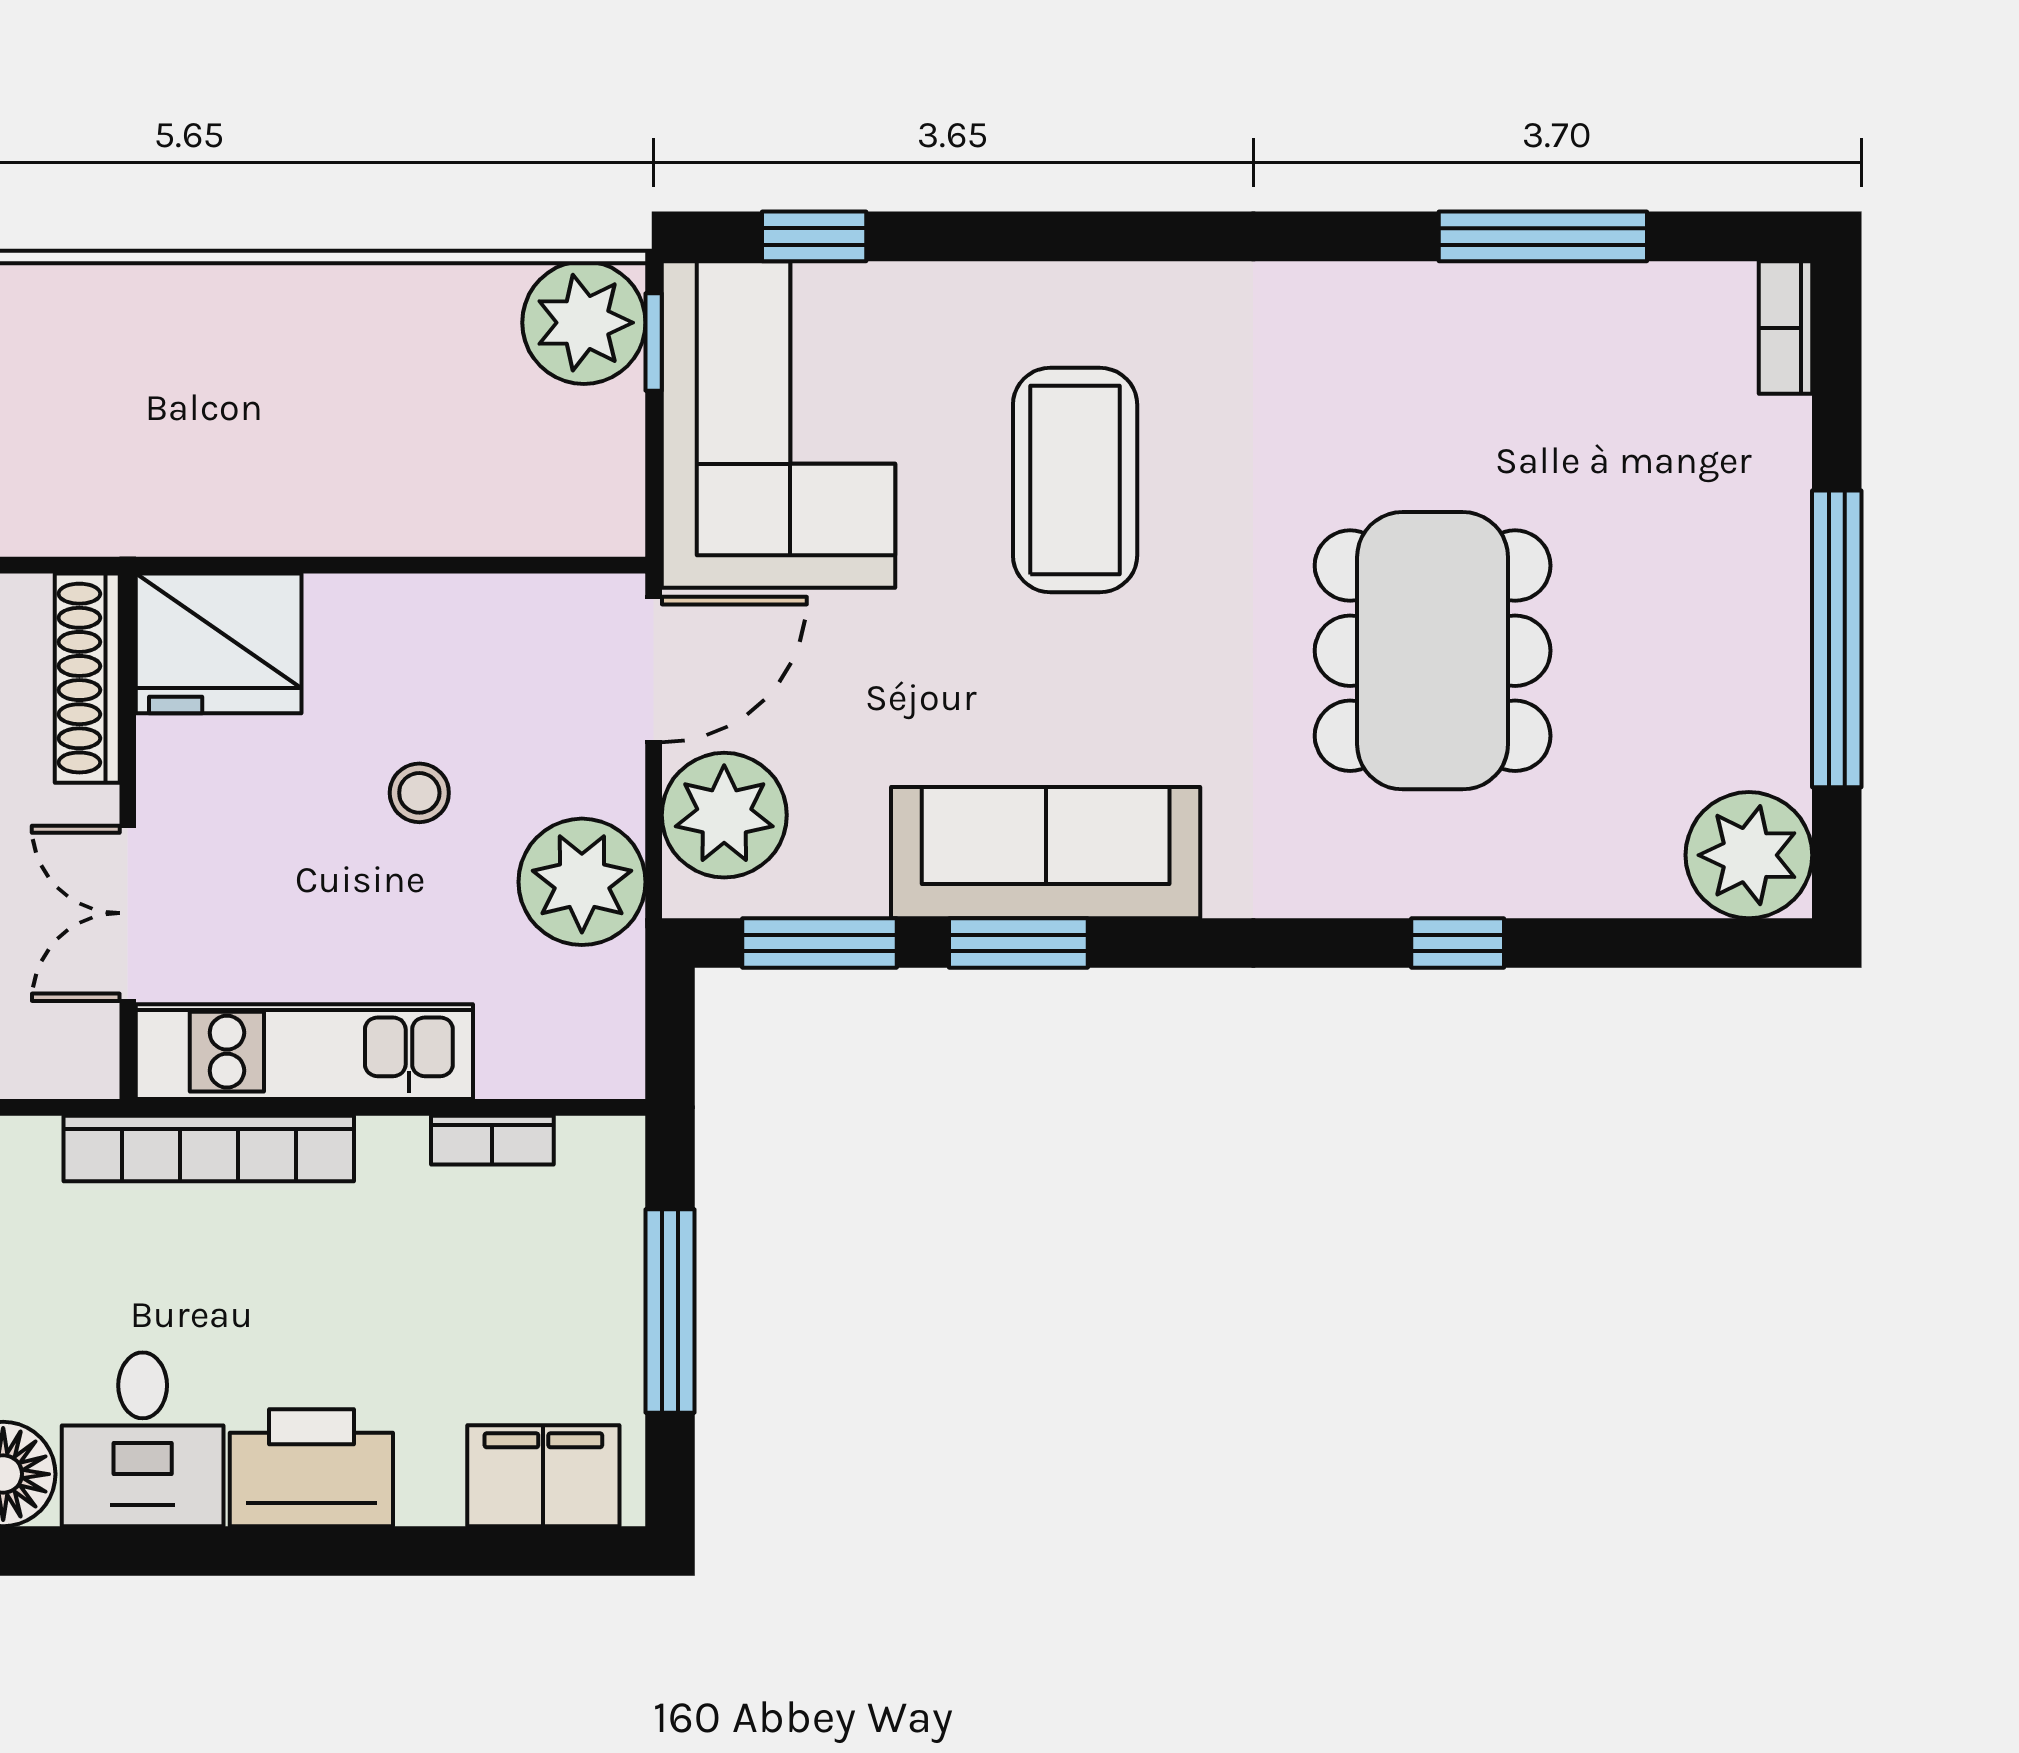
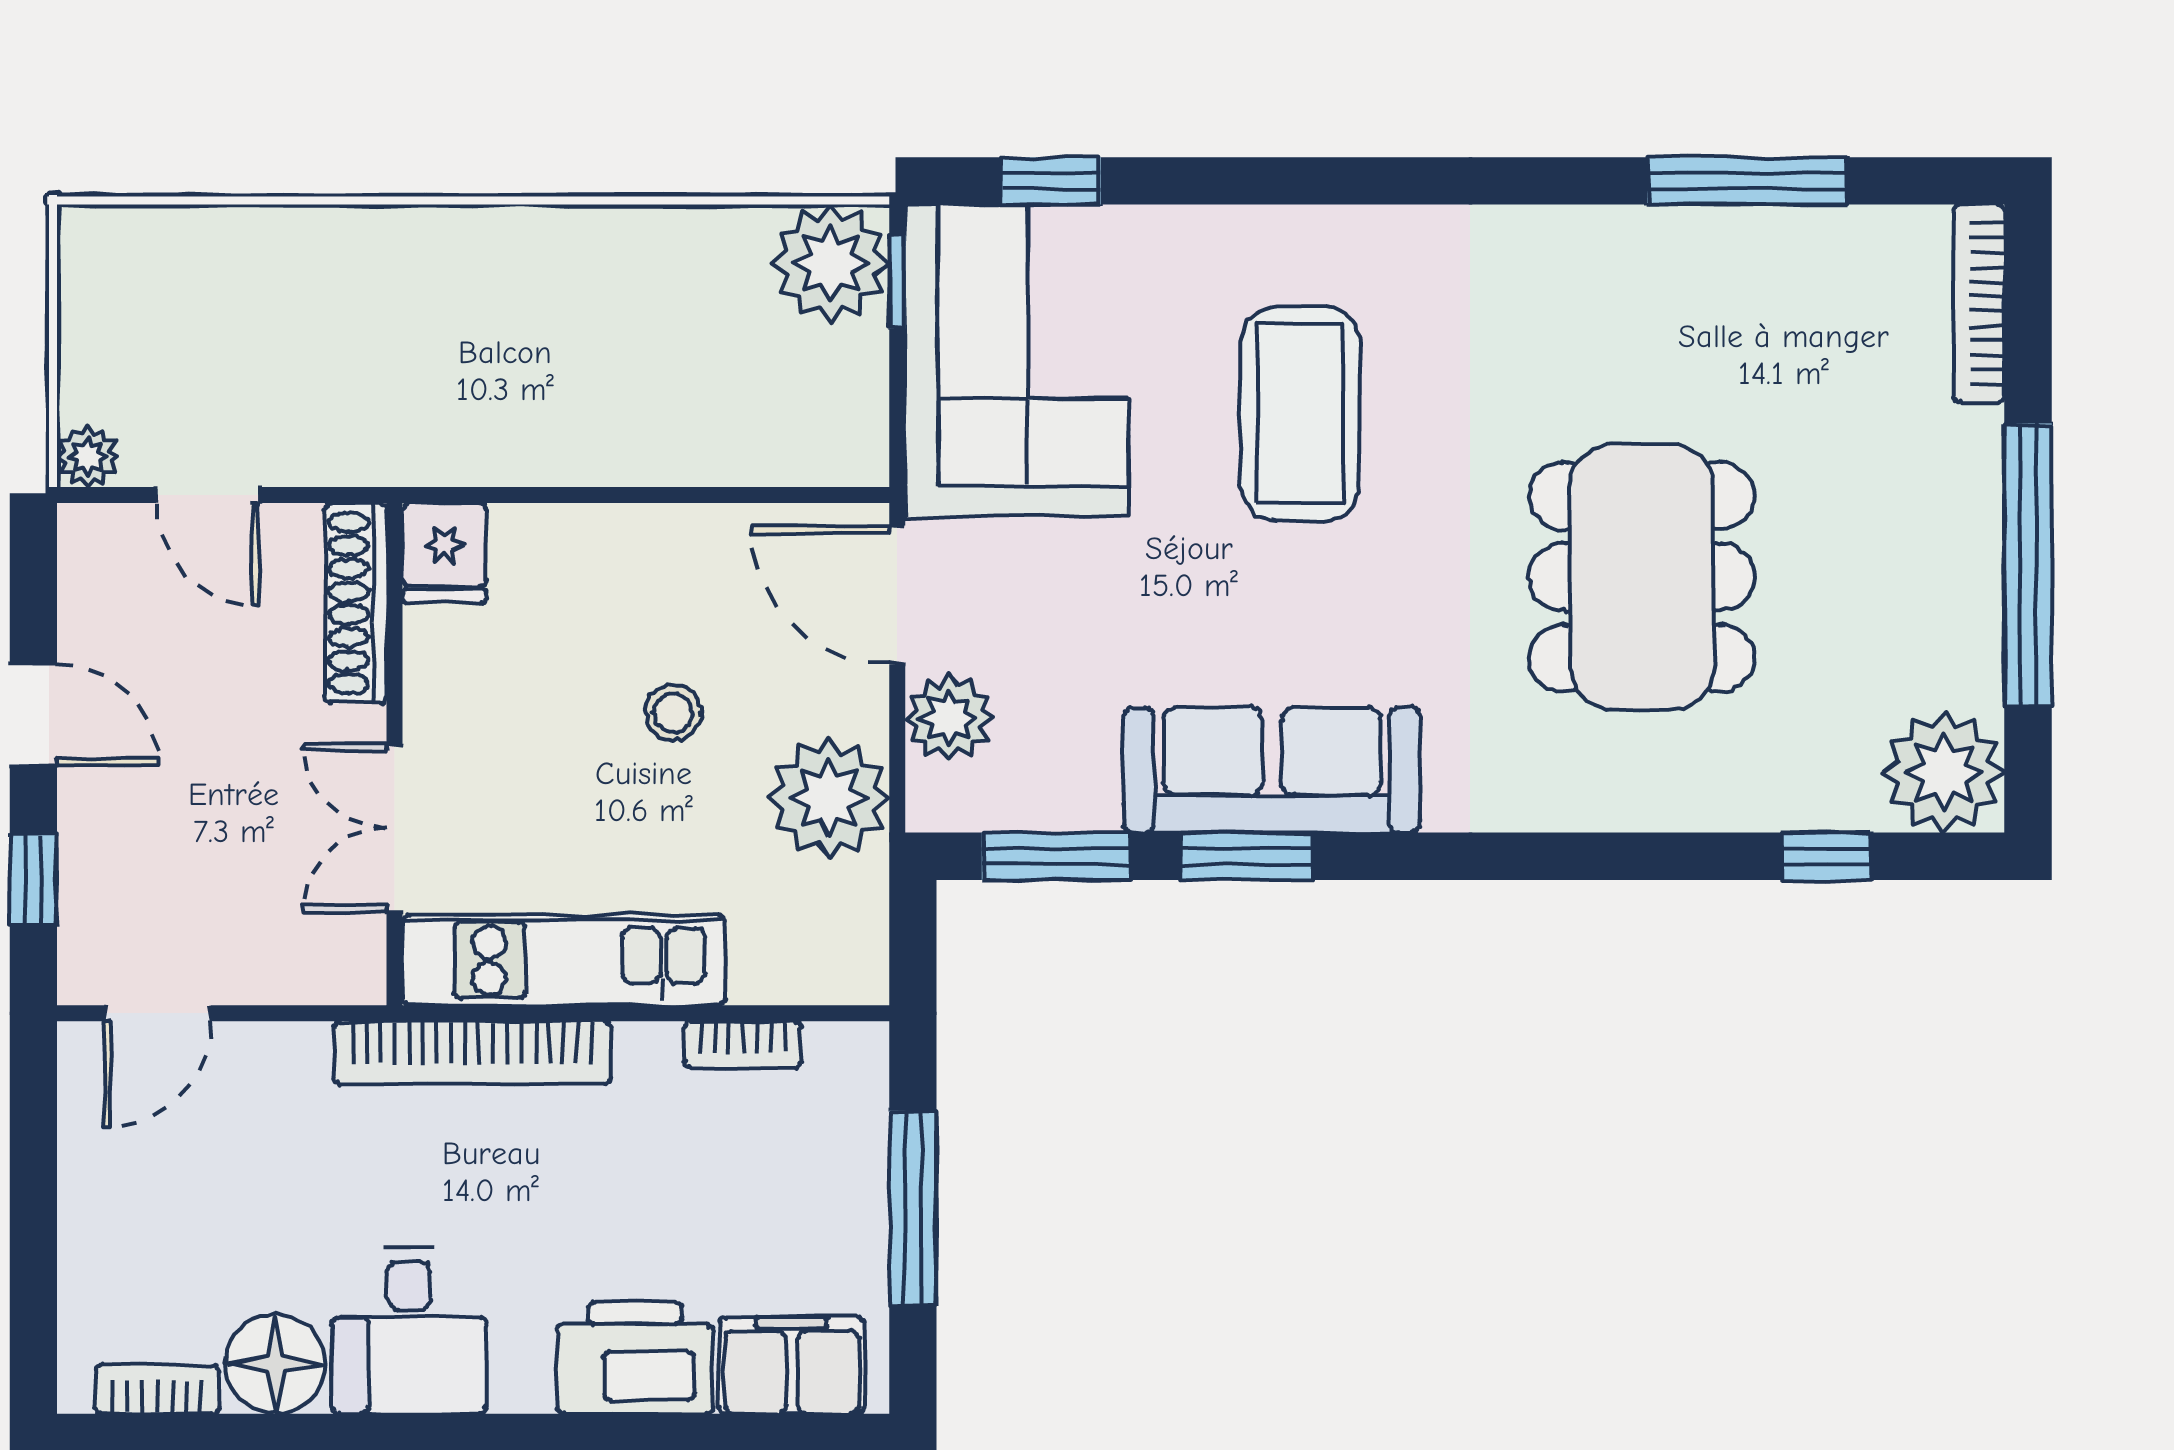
bookcase: (1786, 328) -> (1979, 304), width x1.56
fridge: (219, 643) -> (444, 553), width x0.53, depth x0.75
door: (654, 669) -> (897, 595), swing flipped
plant: (724, 815) -> (949, 718), width x0.73, depth x0.73
window: (1458, 943) -> (1826, 856), moved
printer: (311, 1468) -> (635, 1358), moved

